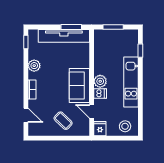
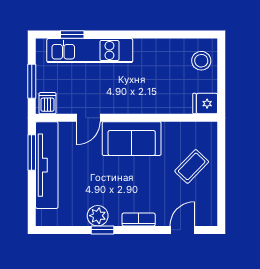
window: (26, 42) -> (103, 230), moved
plant: (100, 81) -> (124, 103), removed
kitchen unit: (131, 82) -> (90, 51), moved
dishwasher: (100, 93) -> (48, 103), moved
door: (92, 111) -> (88, 118), moved

